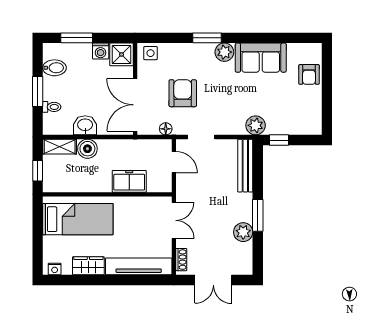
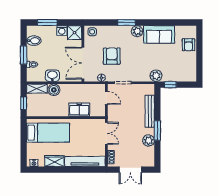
bench: (245, 166) -> (150, 111), moved

